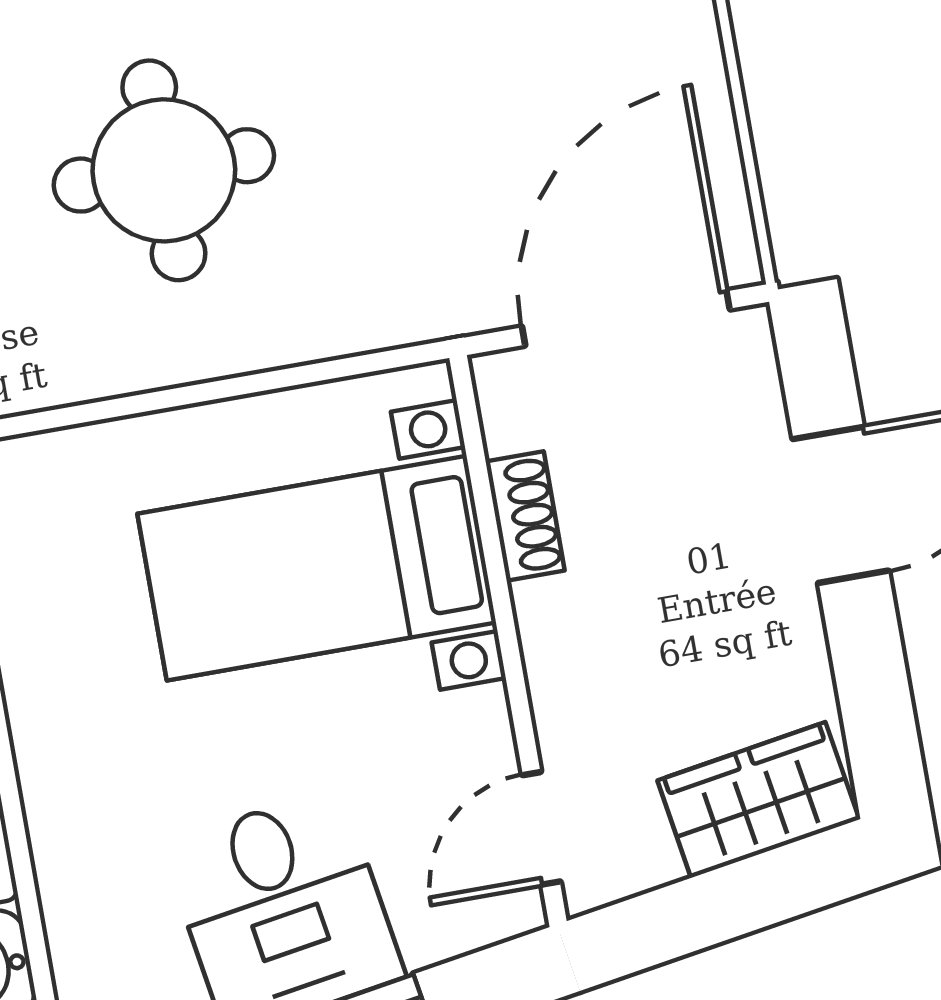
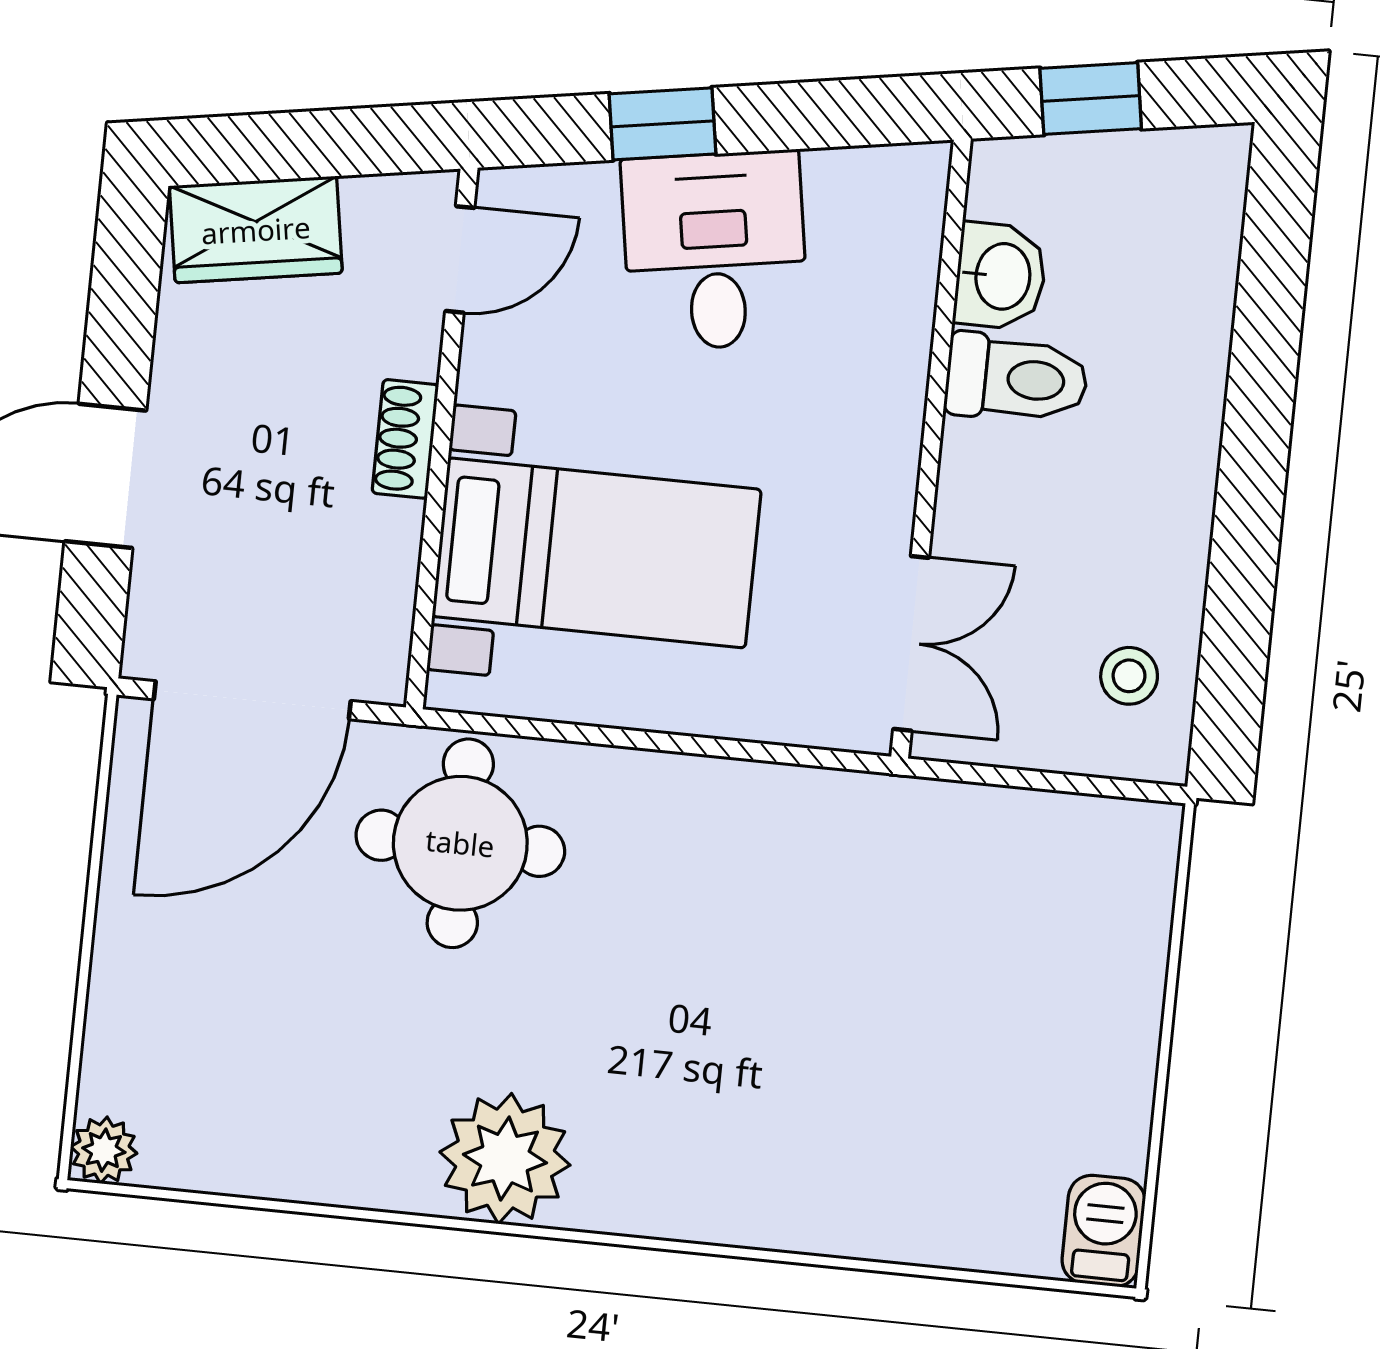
round table: (164, 170) -> (460, 843), moved
shoe rack: (525, 516) -> (405, 439), moved

